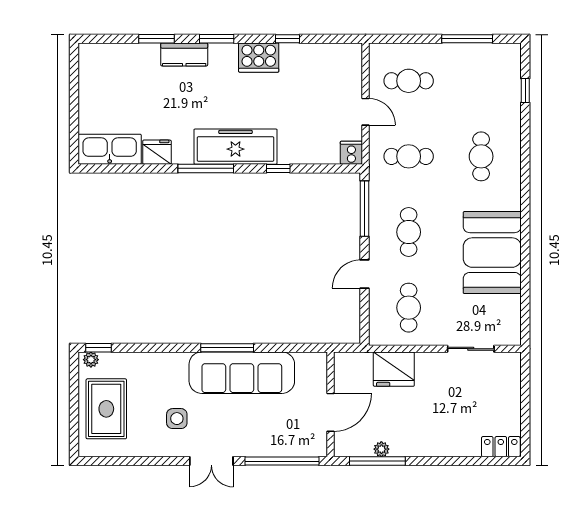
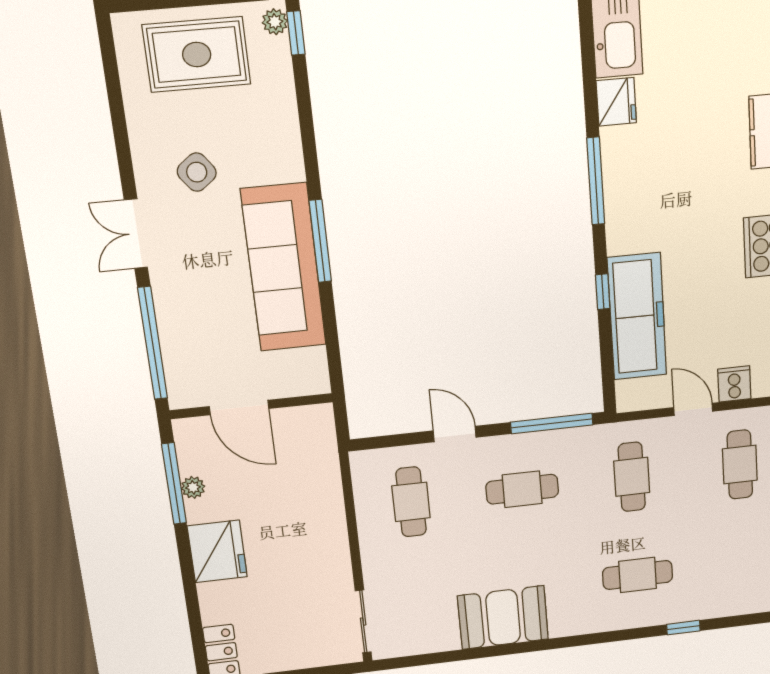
window: (525, 90) -> (683, 628), moved
door: (366, 112) -> (693, 409), swing flipped
freezer: (235, 147) -> (637, 317), moved
cooker: (351, 153) -> (734, 384), moved, turned -90
booth: (492, 253) -> (503, 617), width x0.73, depth x0.70
cafe table: (409, 308) -> (411, 502), turned 90
sliding door: (471, 349) -> (363, 622), moved
fridge: (394, 369) -> (217, 551), moved, turned 180
side table: (177, 419) -> (197, 172), turned -37

